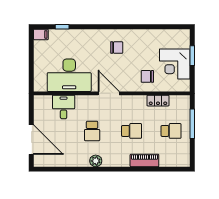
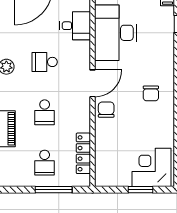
corner desk: (175, 64) -> (151, 167), moved
chair: (147, 76) -> (106, 110), moved
locker: (158, 101) -> (83, 153), width x1.53

